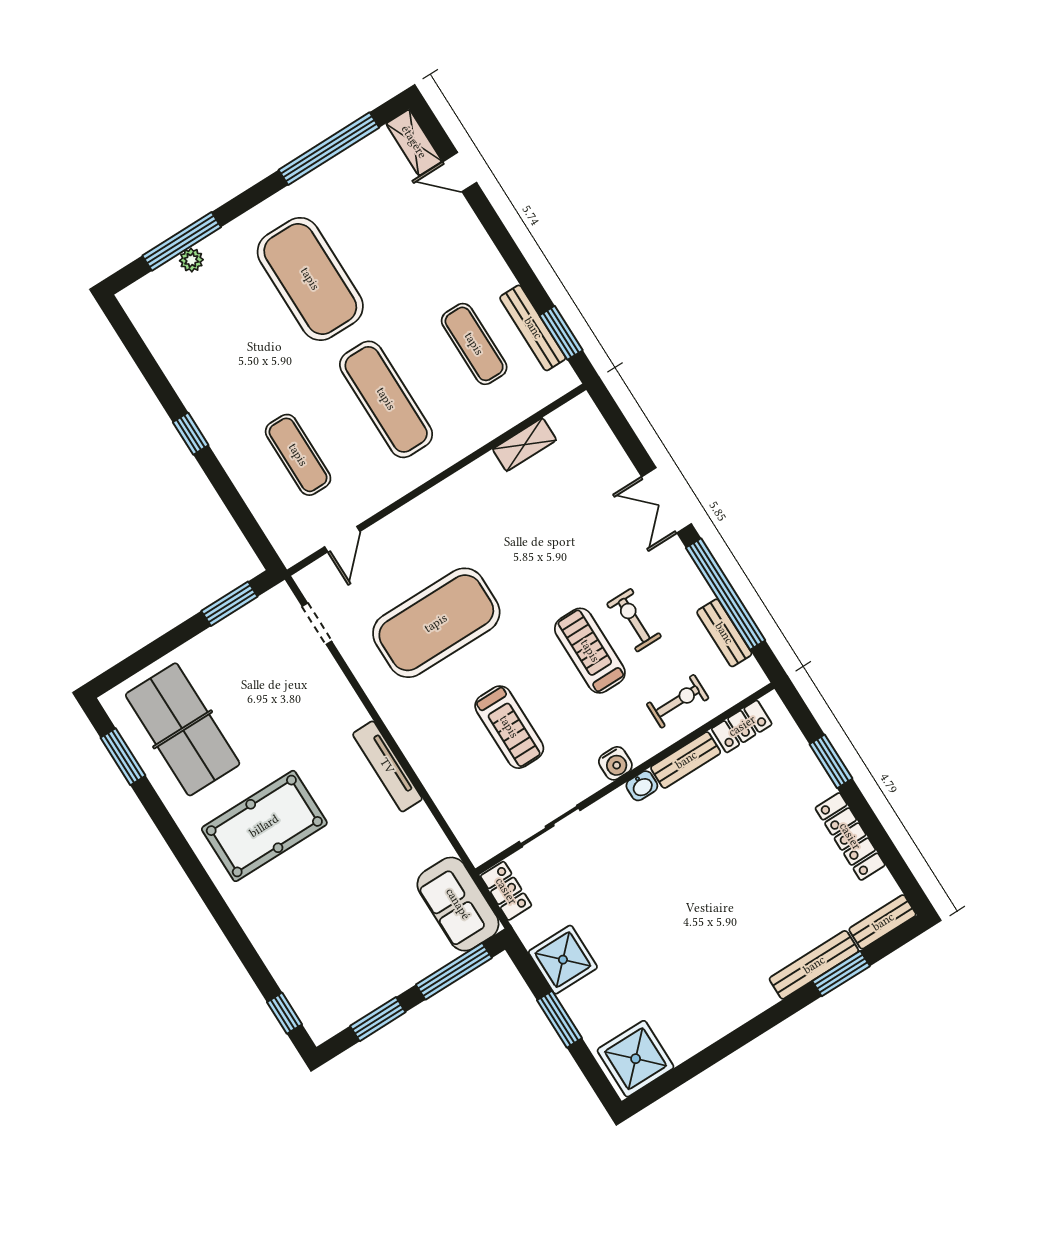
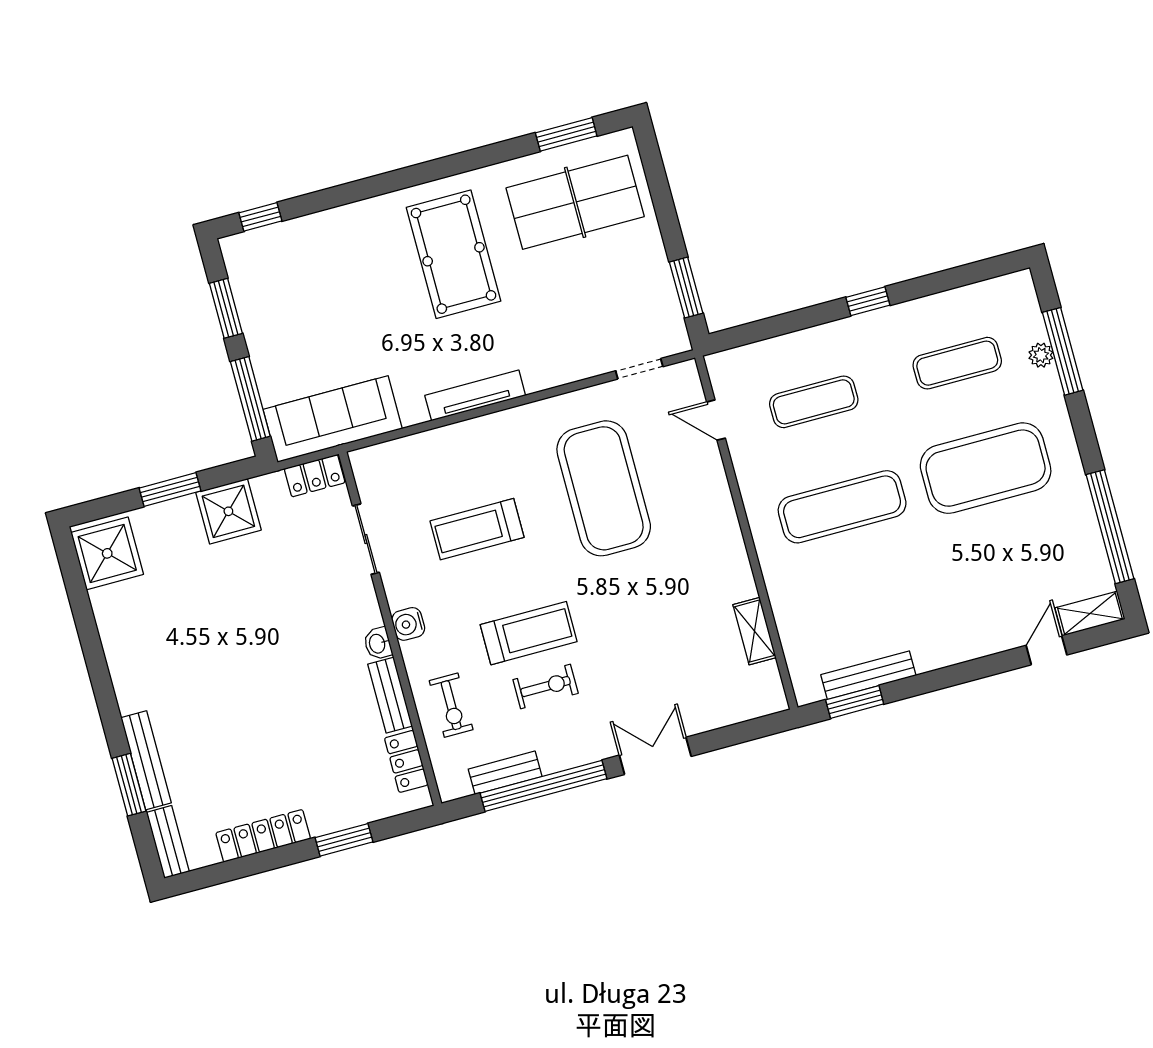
exercise mat: (474, 344) -> (957, 363), moved
sofa: (458, 904) -> (333, 419), width x1.36

